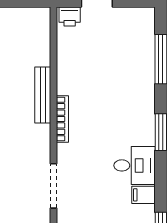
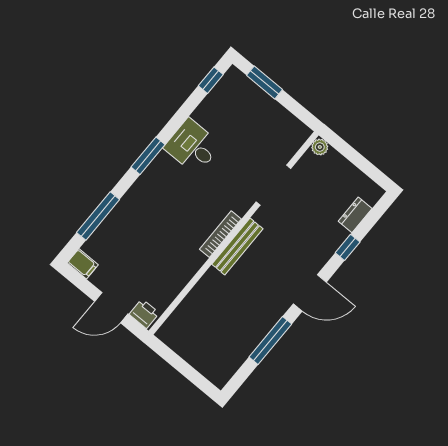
bench: (43, 95) -> (237, 246), moved
filing cabinet: (143, 195) -> (83, 264), moved

